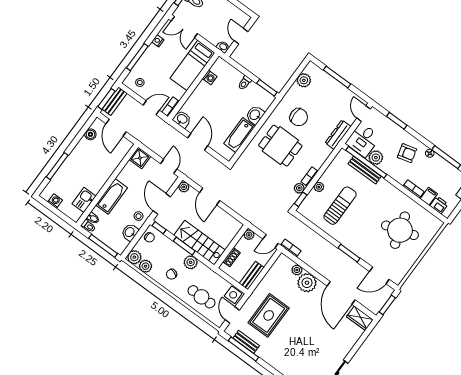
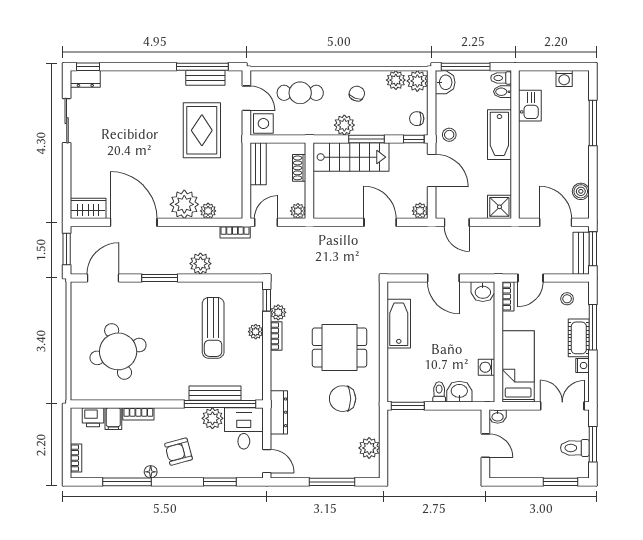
cot: (149, 57) -> (579, 338), added
washbasin: (255, 115) -> (459, 392), moved, turned -90
washbasin: (130, 232) -> (445, 82), moved
plant: (322, 245) -> (200, 264), added

